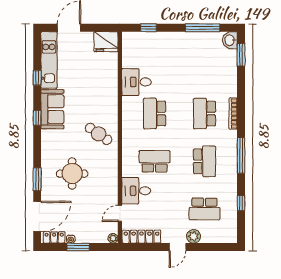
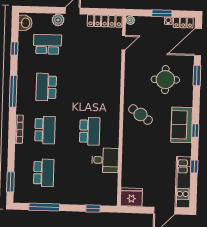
washbasin: (230, 40) -> (25, 23), moved
sofa: (52, 109) -> (182, 125), moved
school desk: (155, 161) -> (44, 173), moved, turned -90
desk: (136, 191) -> (108, 62), removed

